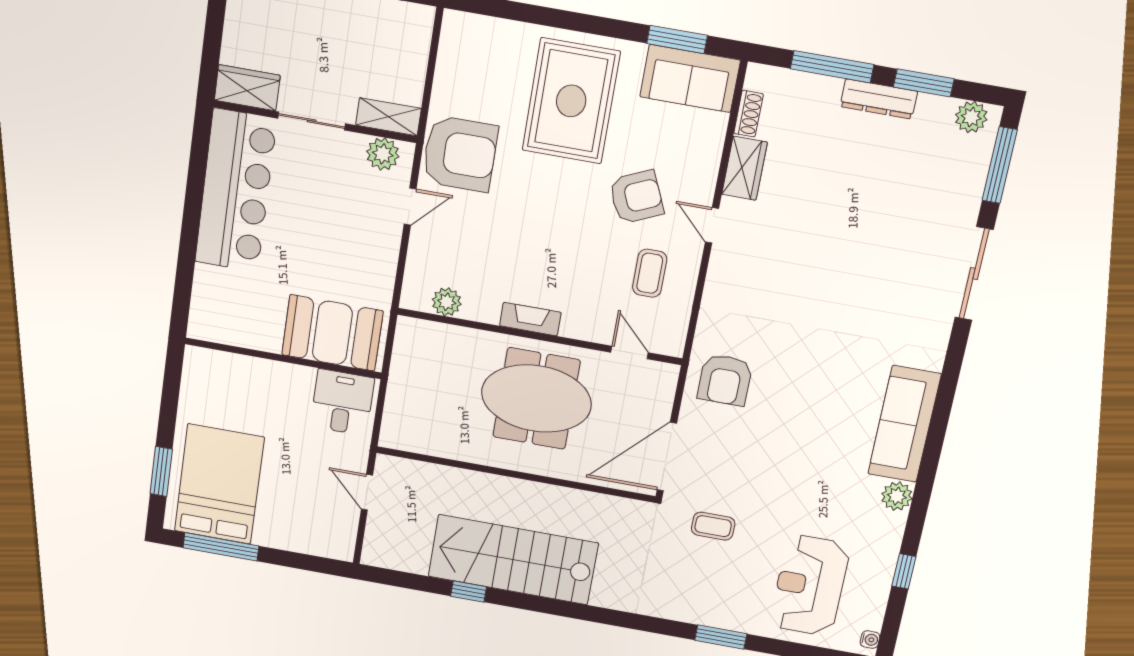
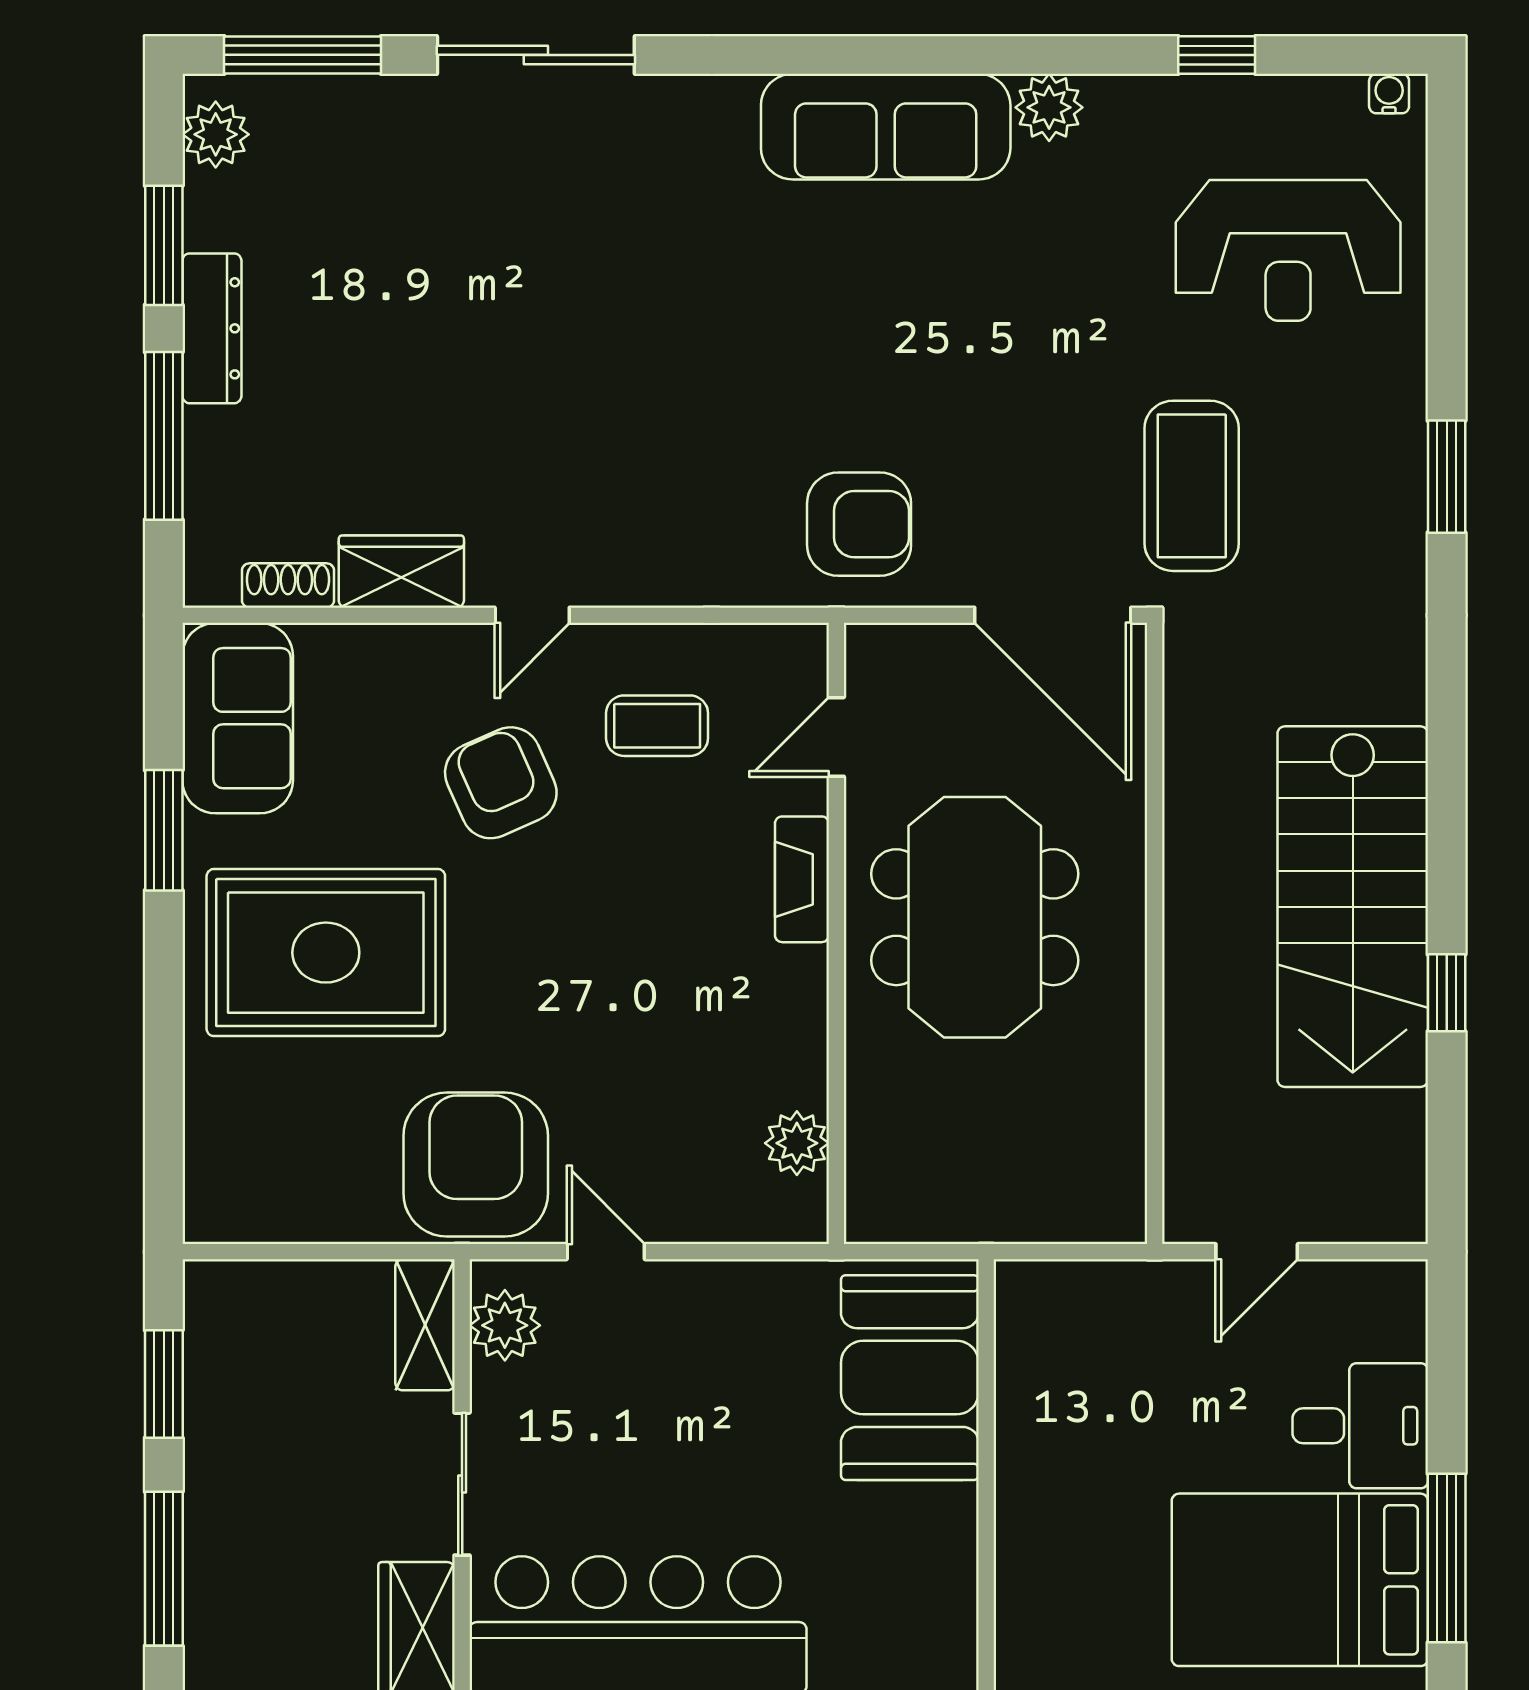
window: (677, 39) -> (164, 830), moved
fireplace: (530, 319) -> (802, 879), moved
desk: (342, 402) -> (1360, 1426), moved, turned 180
coffee table: (713, 526) -> (1192, 486), width x1.86, depth x1.72
window: (721, 637) -> (1447, 477), moved

